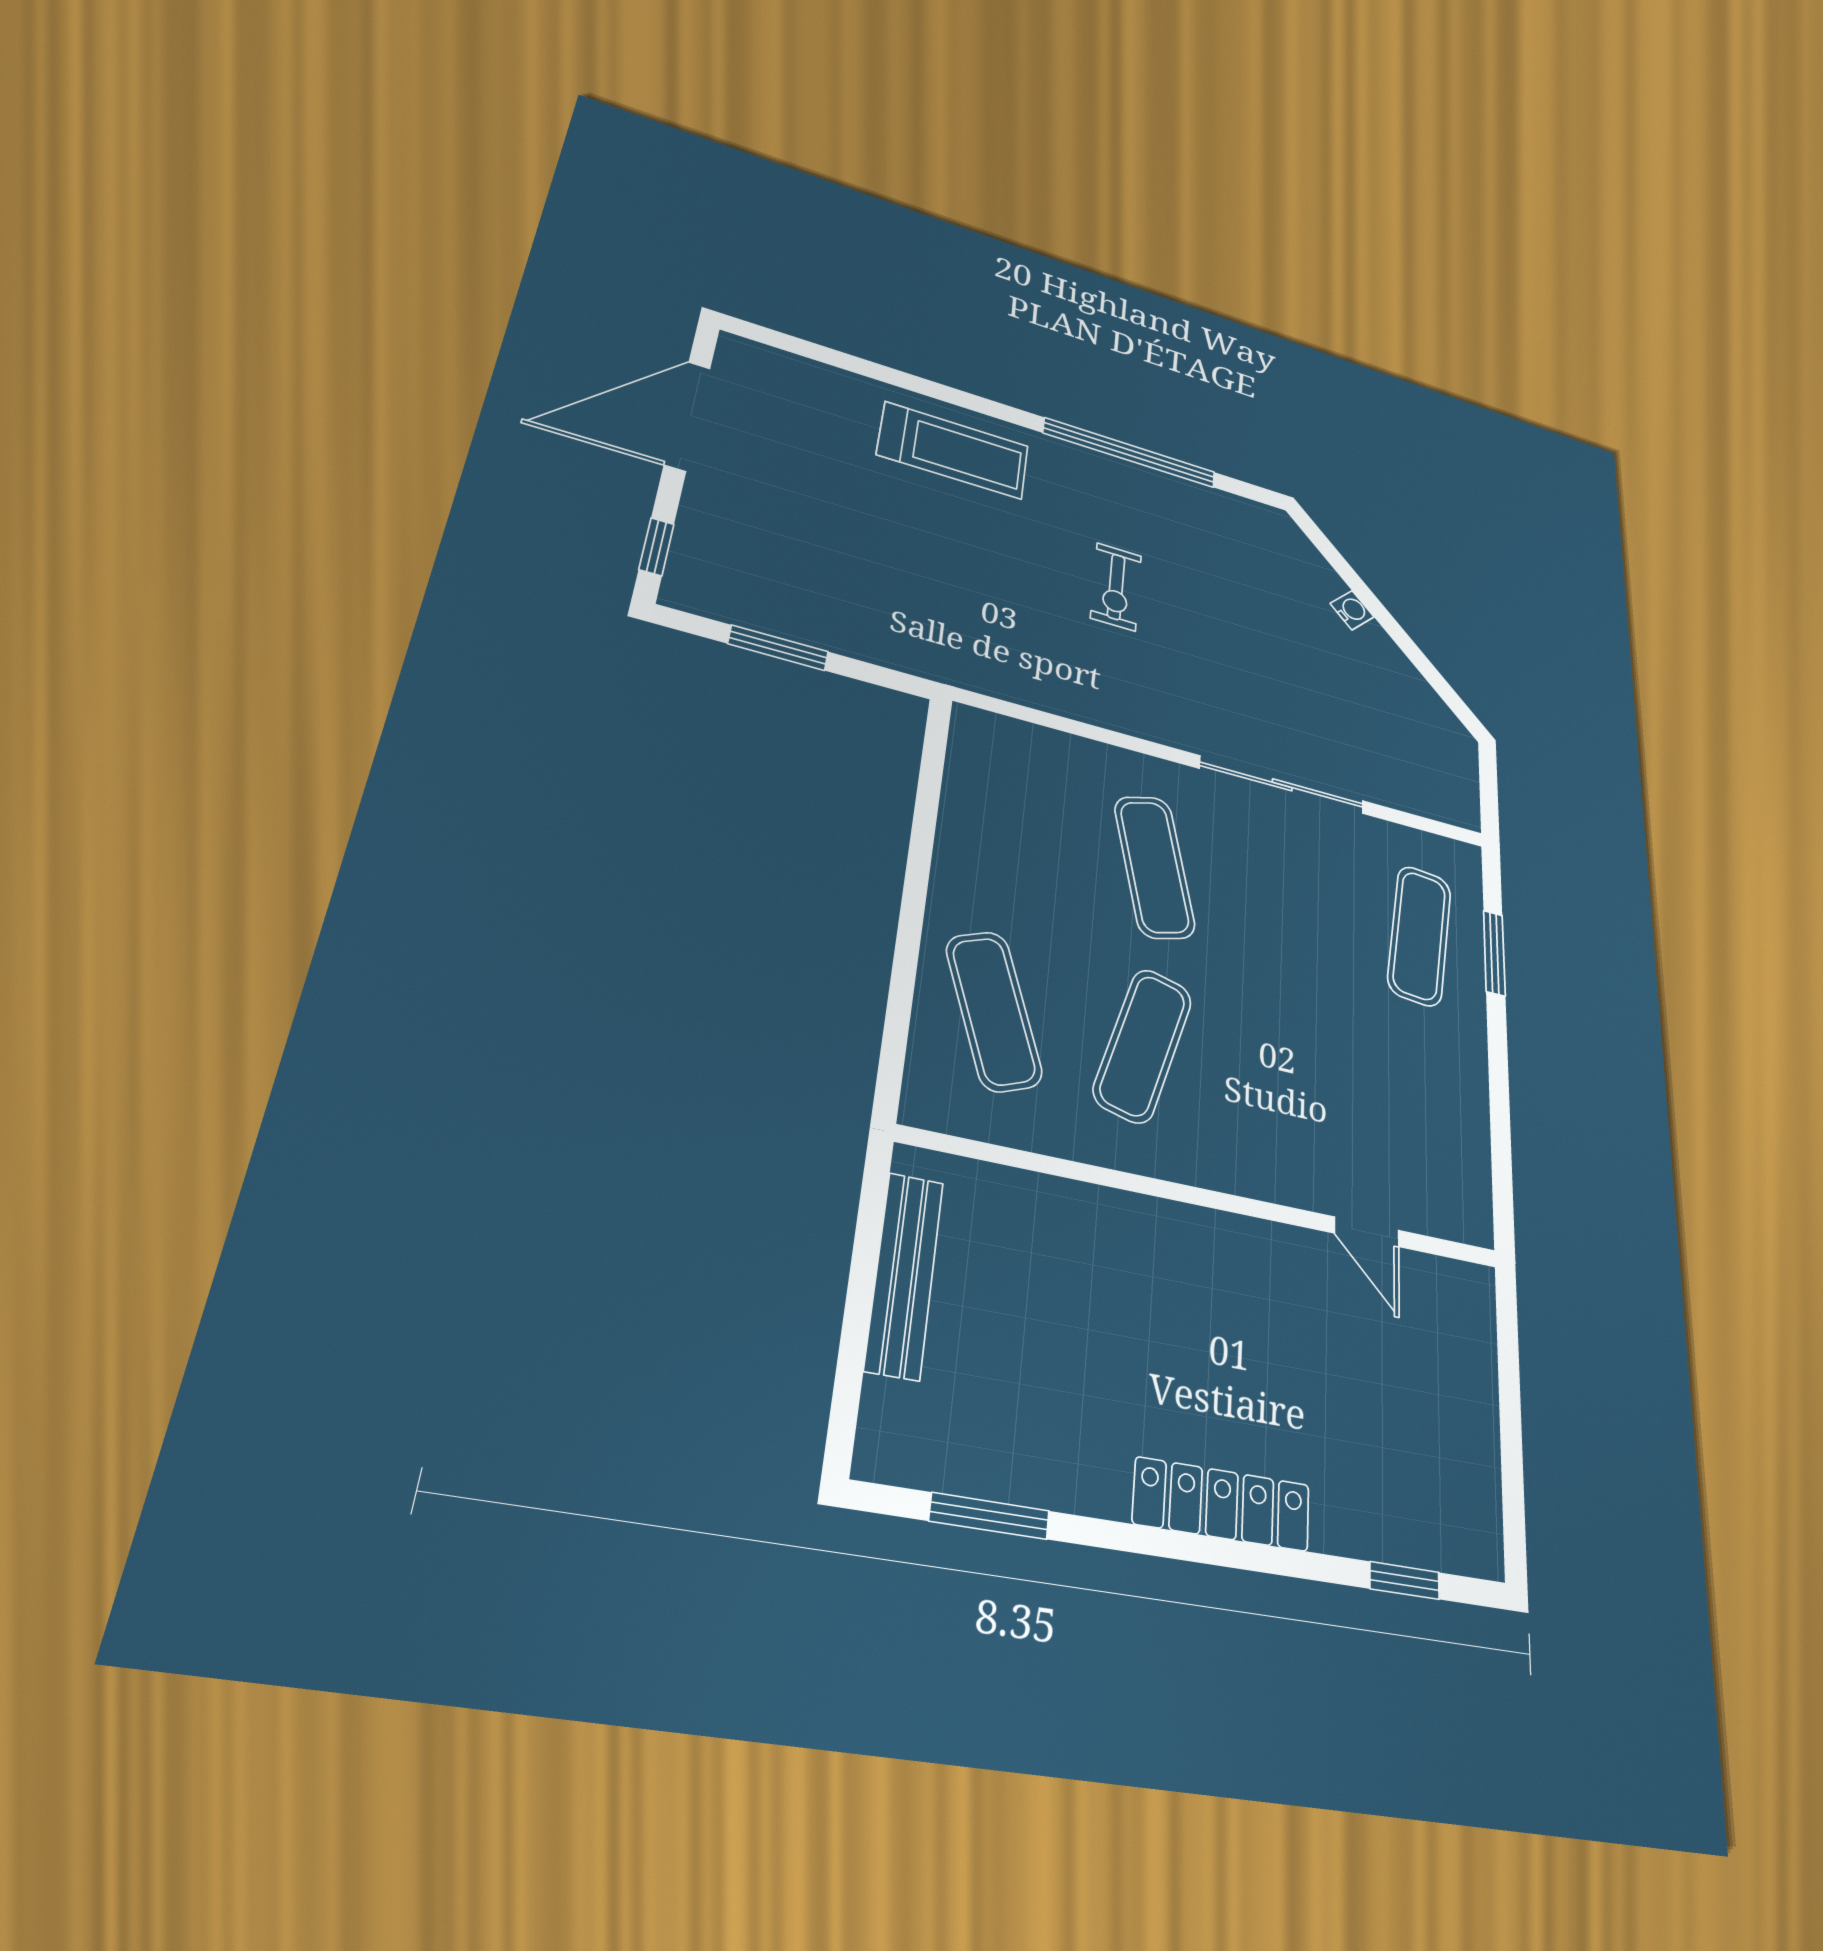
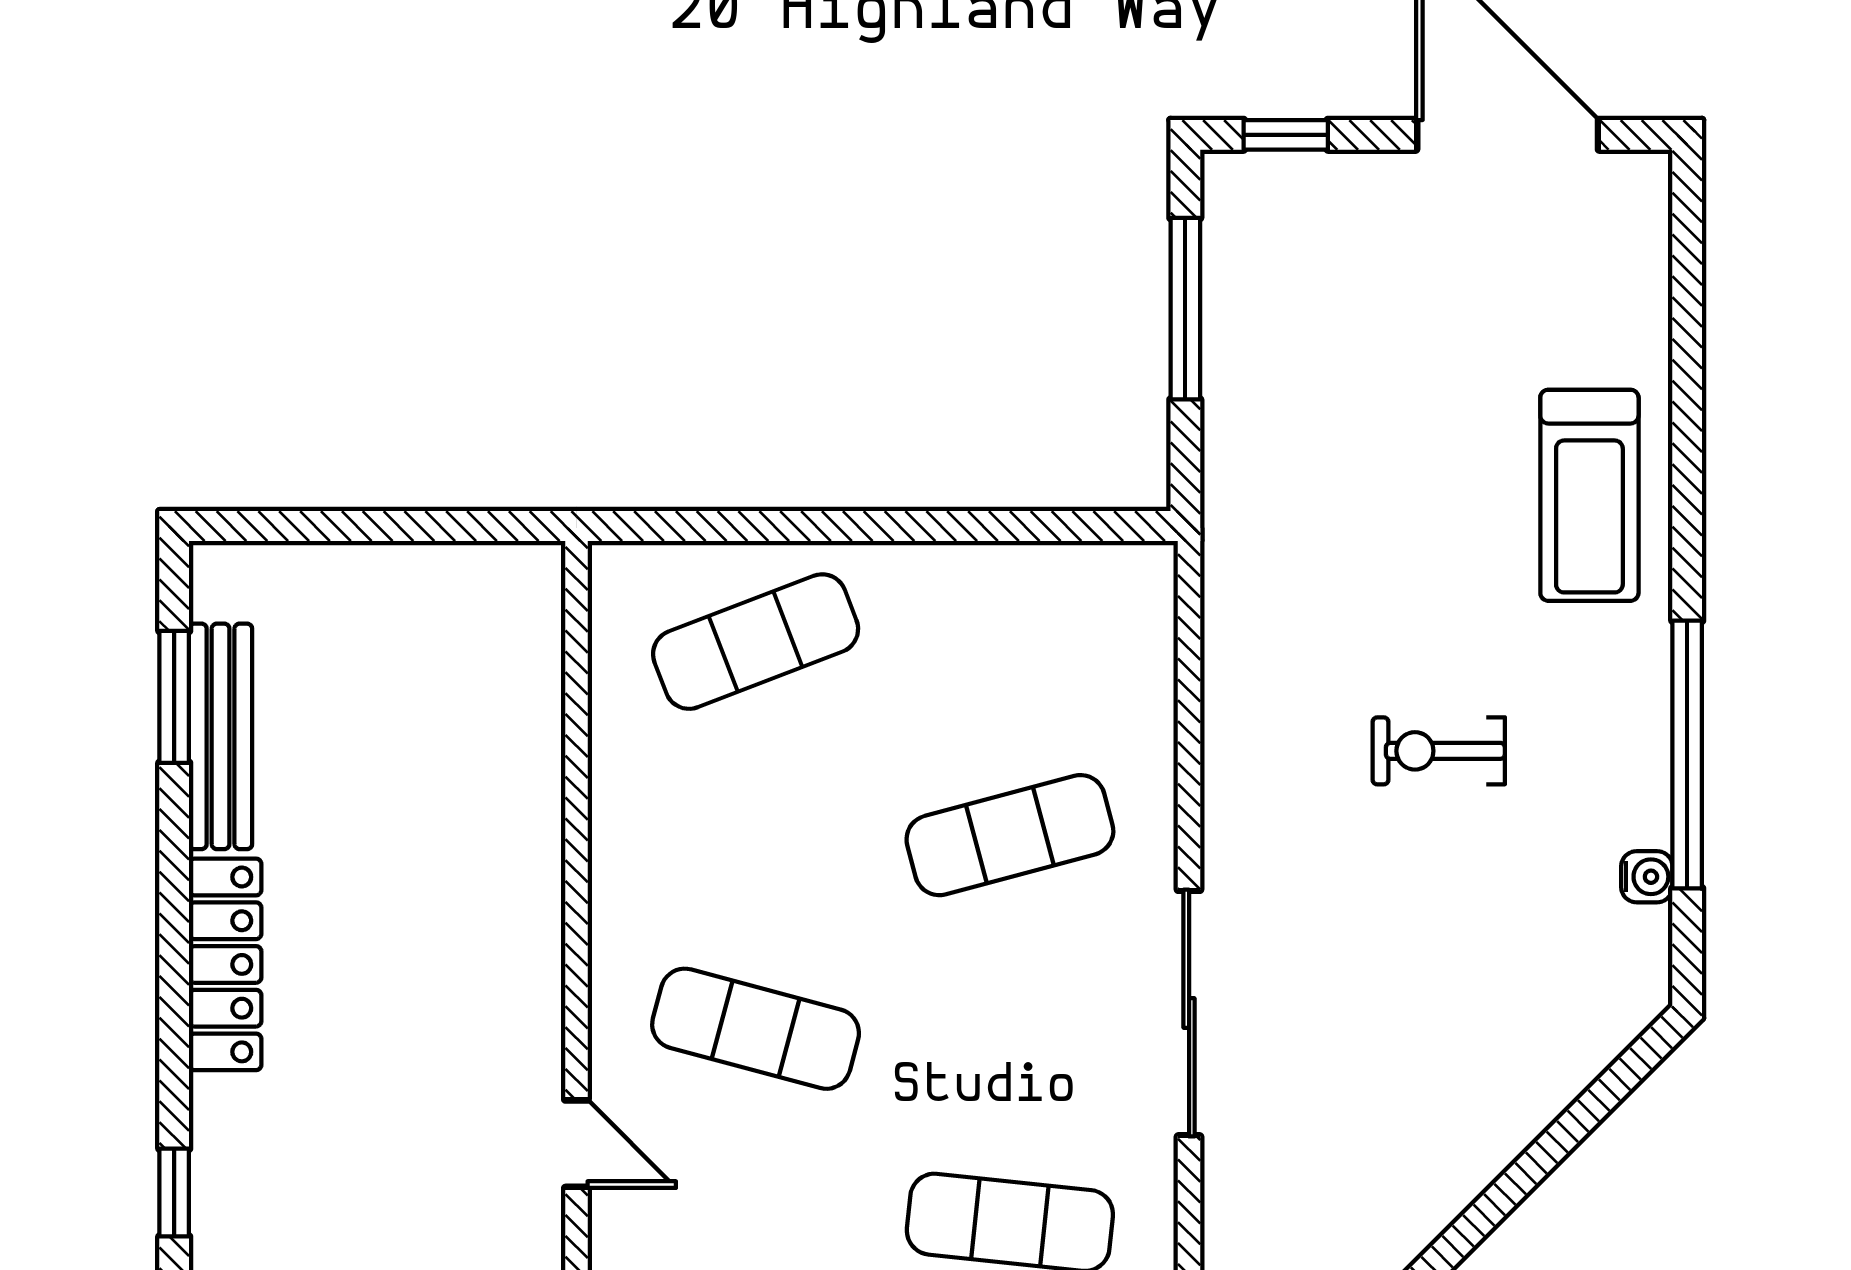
water cooler: (1352, 610) -> (1647, 877), moved, turned -45
window: (778, 648) -> (1185, 309), width x1.44
exercise mat: (1143, 1045) -> (756, 1029), moved
door: (1367, 1232) -> (576, 1144), swing flipped
bench: (904, 1275) -> (221, 736), moved, turned 90

